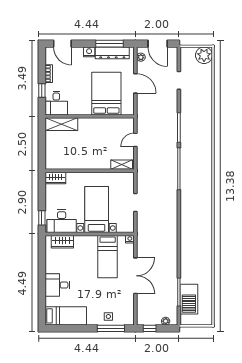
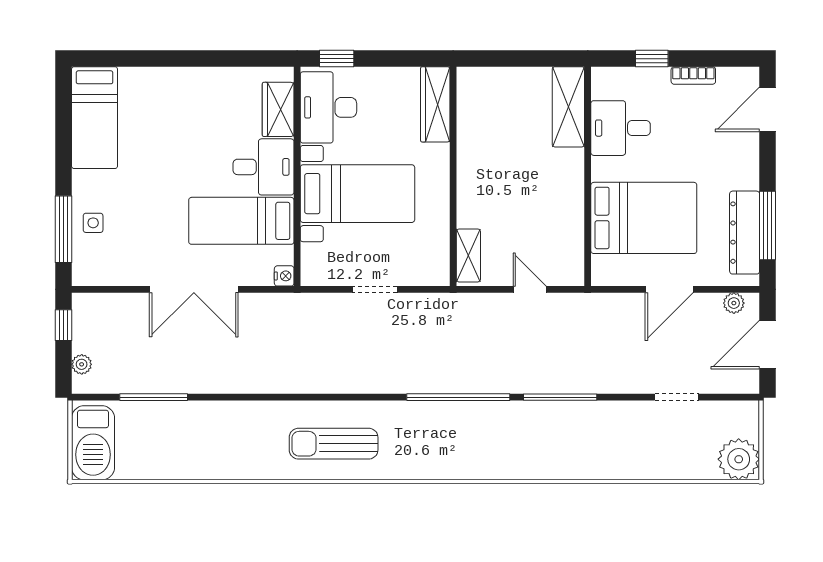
nightstand: (89, 52) -> (747, 175), removed
desk: (56, 103) -> (621, 128), moved
wardrobe: (55, 178) -> (435, 104), width x1.50
sun lounger: (198, 219) -> (334, 444), added
desk: (57, 285) -> (263, 167), moved, turned 90
barbecue: (189, 299) -> (93, 443), moved, turned -90

